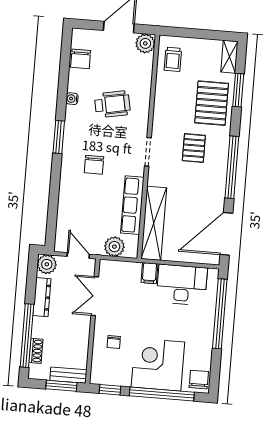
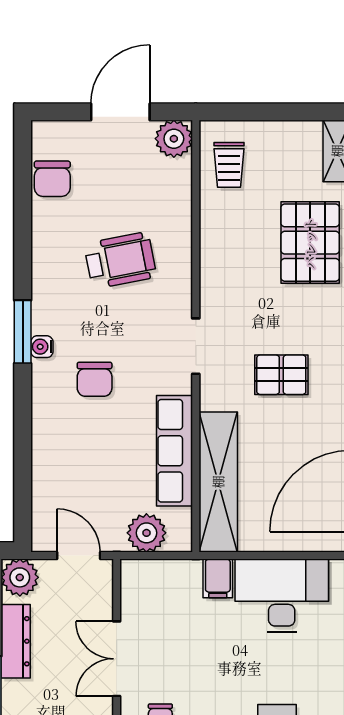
water cooler: (72, 99) -> (42, 347), moved
pallet: (194, 148) -> (281, 375), moved, turned 90
double door: (95, 296) -> (117, 659), moved

